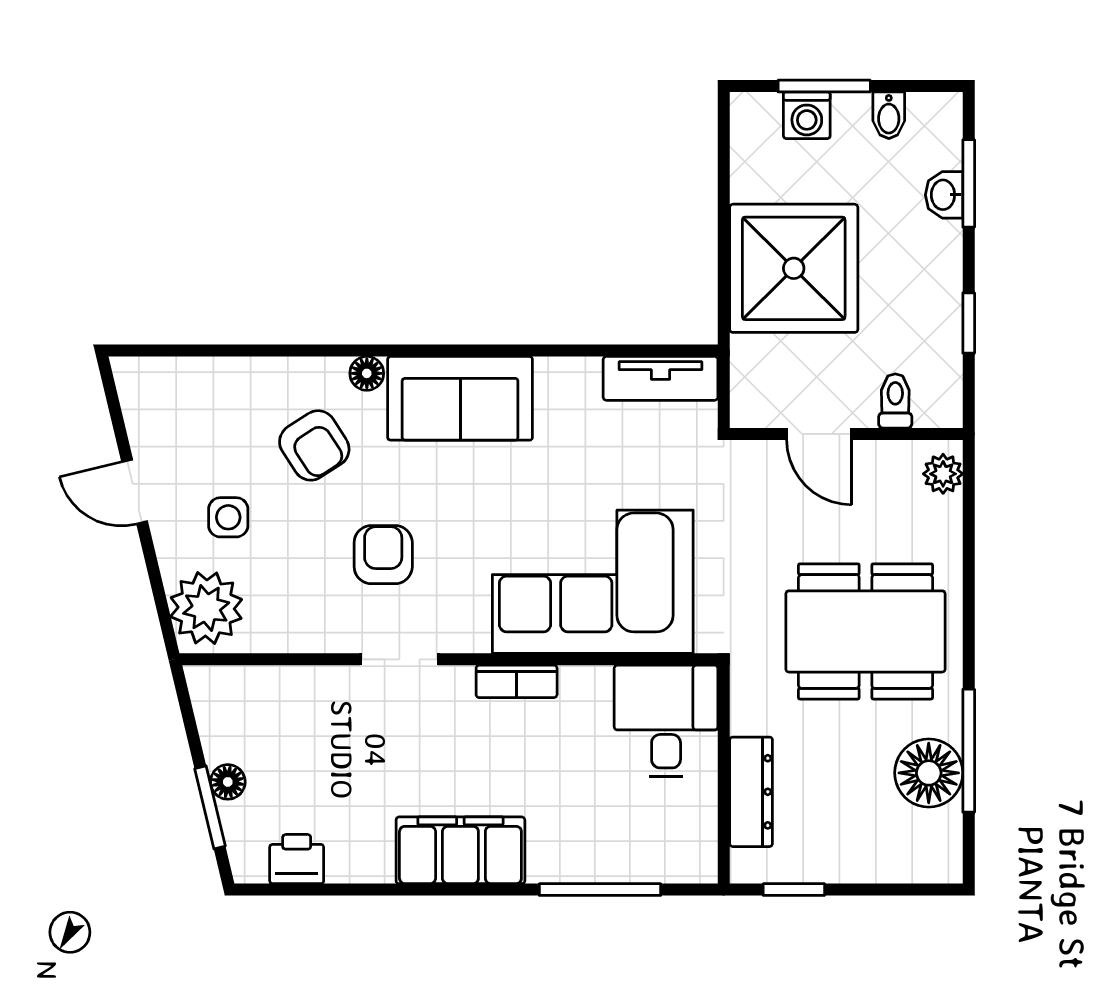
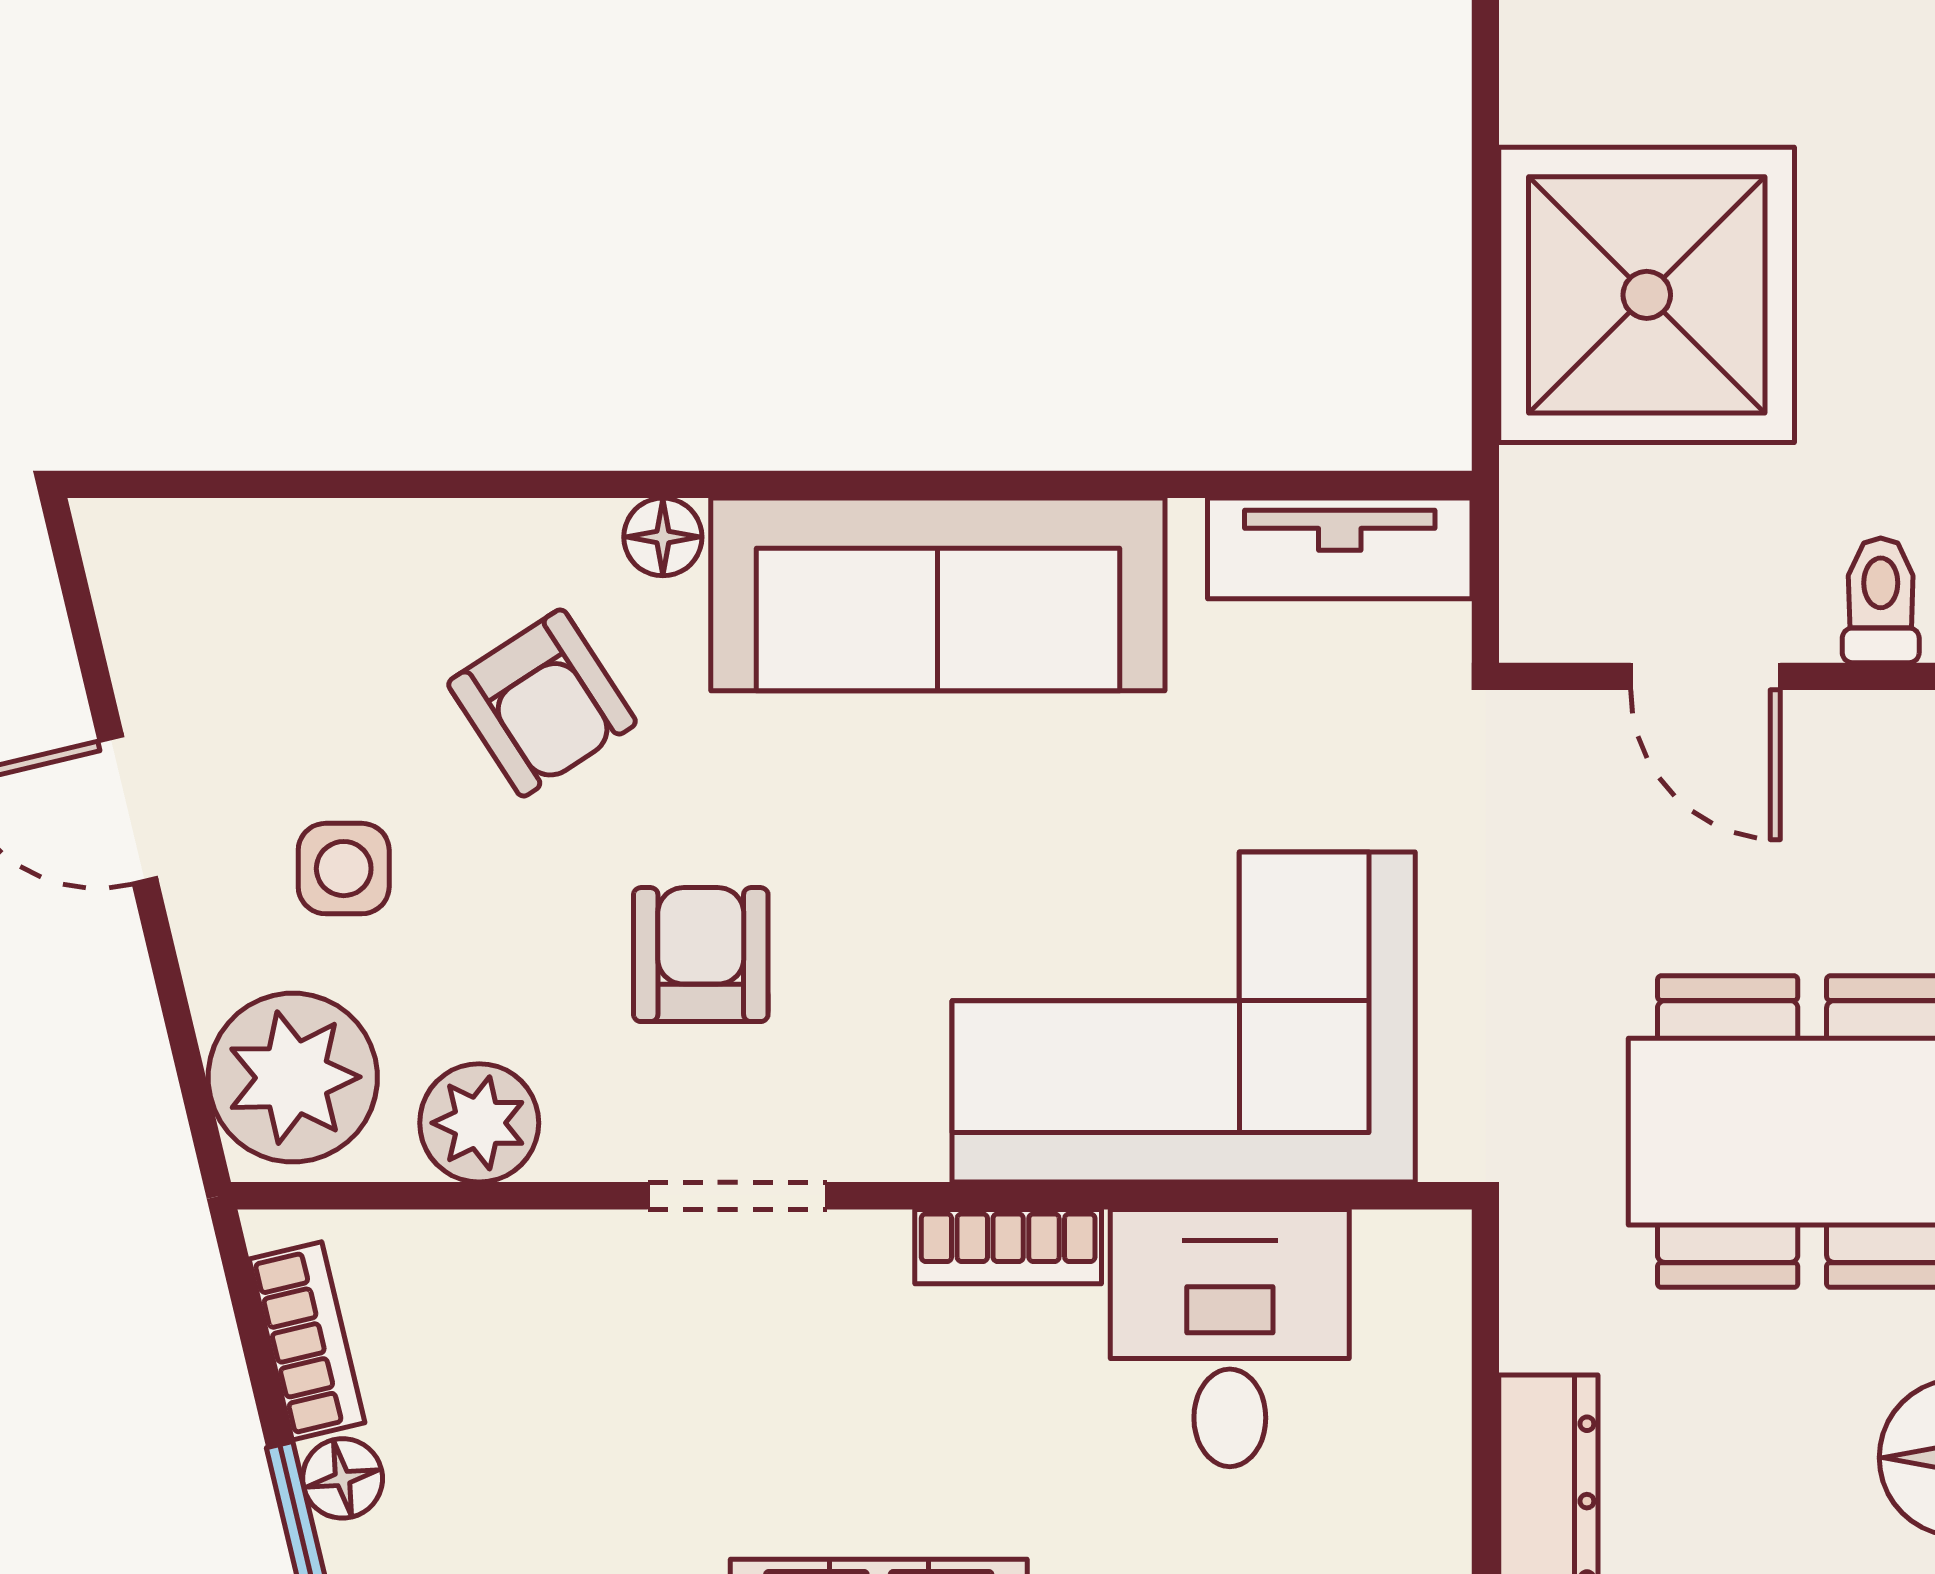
sofa: (460, 398) -> (938, 594), width x1.36
plant: (287, 628) -> (479, 1123), added
desk: (666, 721) -> (1230, 1338), moved
bookcase: (212, 722) -> (307, 1341), added

